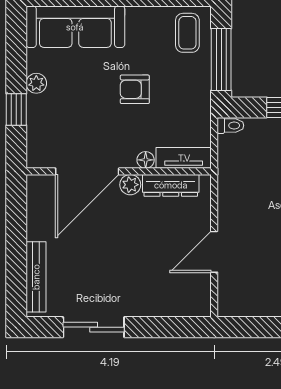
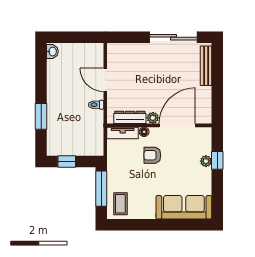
plant: (36, 83) -> (206, 161), moved
armchair: (135, 89) -> (152, 155), moved, turned 180
toilet: (230, 125) -> (96, 105), moved
door: (214, 252) -> (105, 80), swing flipped
sliding door: (94, 327) -> (174, 37), width x1.37

